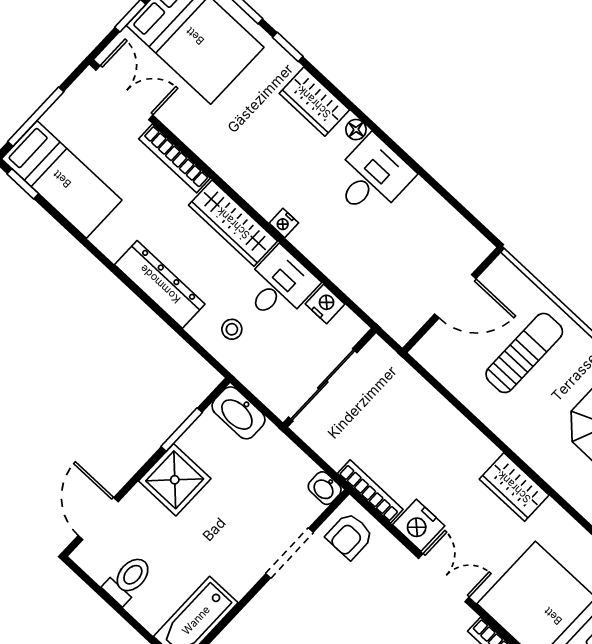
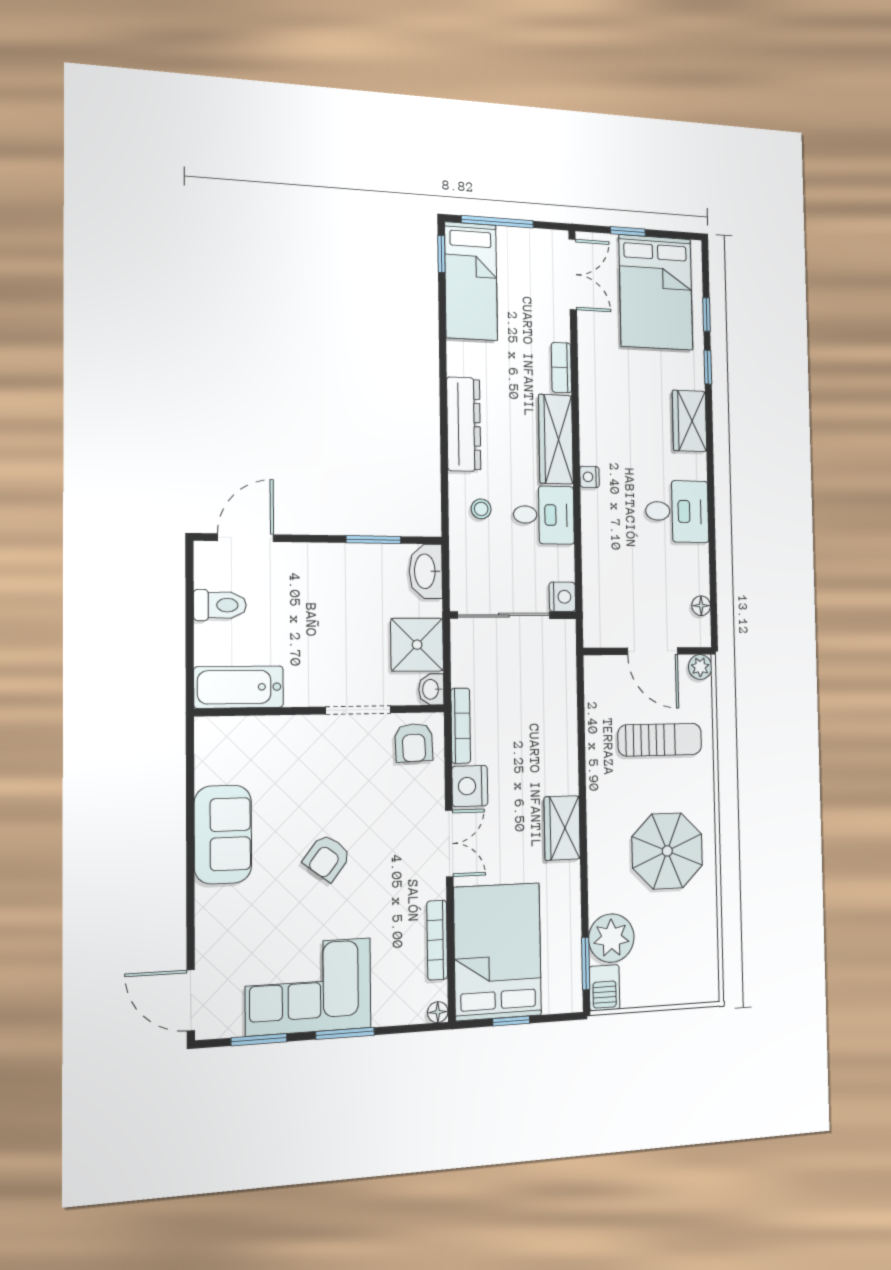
floor lamp: (356, 130) -> (701, 606), moved
bookcase: (174, 158) -> (561, 368), width x0.64
plant: (502, 270) -> (700, 667), added
nightstand: (325, 304) -> (562, 597), moved
shower: (175, 480) -> (417, 645), moved
armchair: (350, 536) -> (414, 743), turned -92

